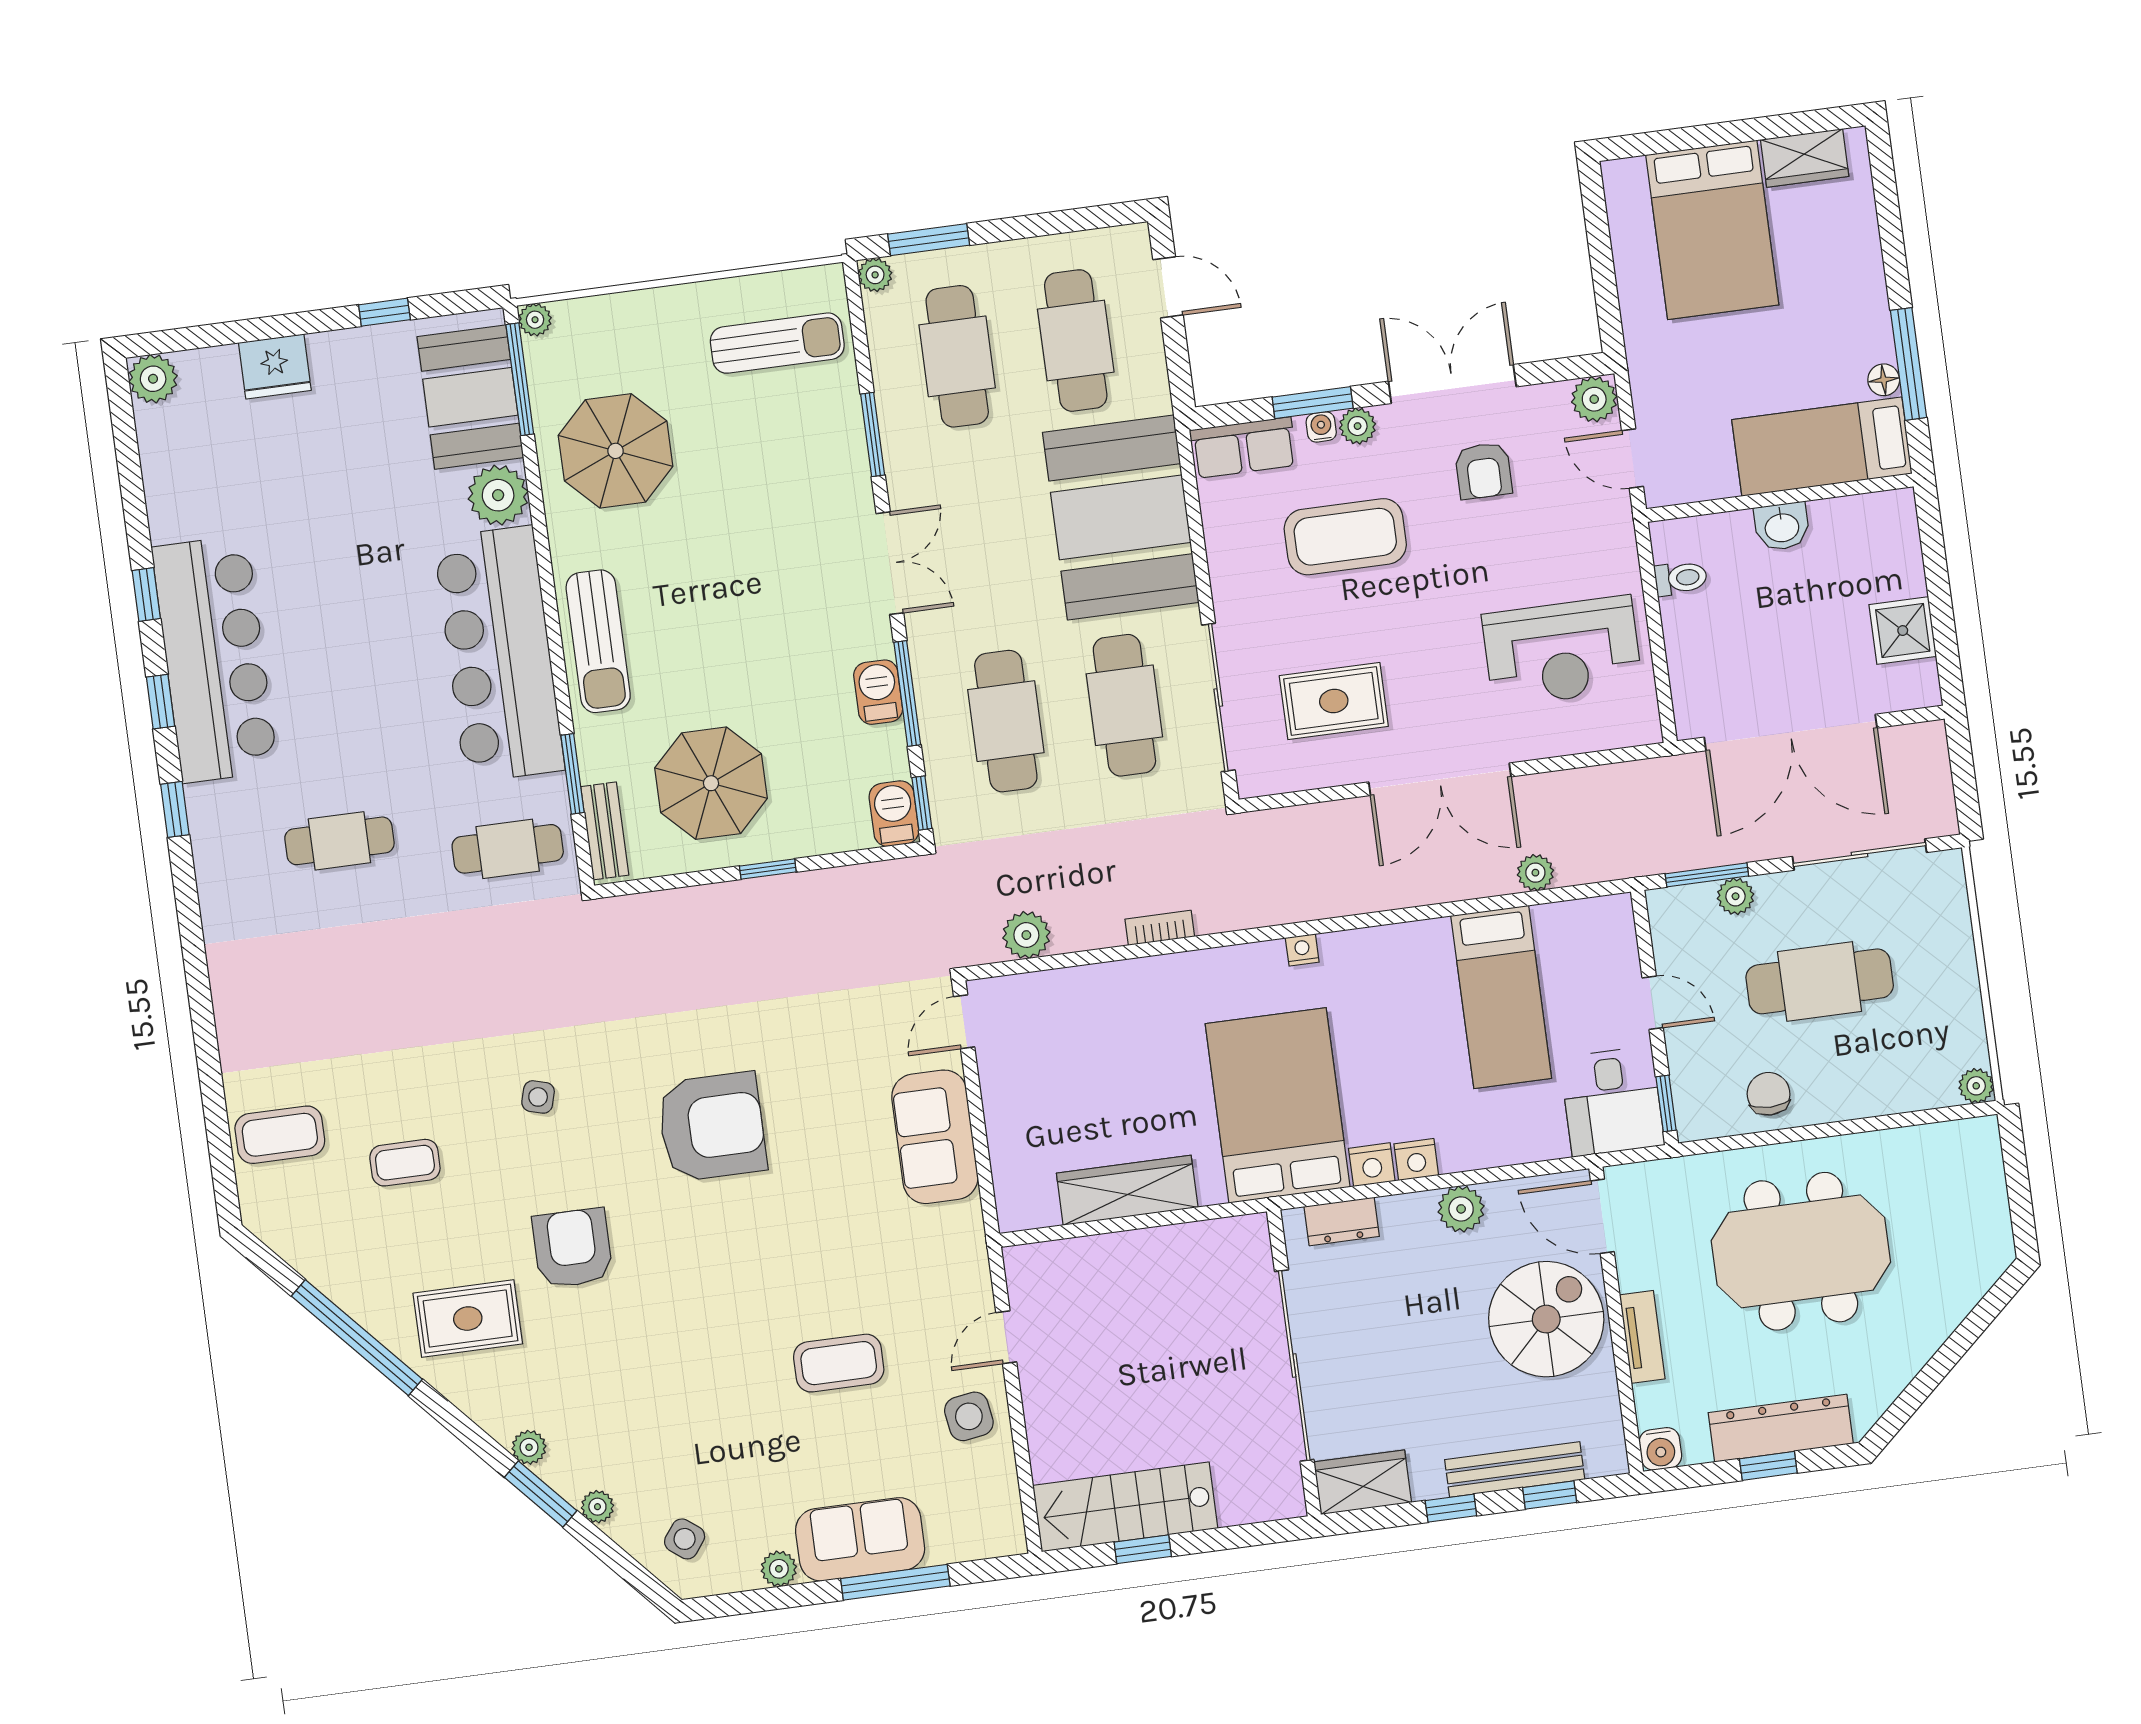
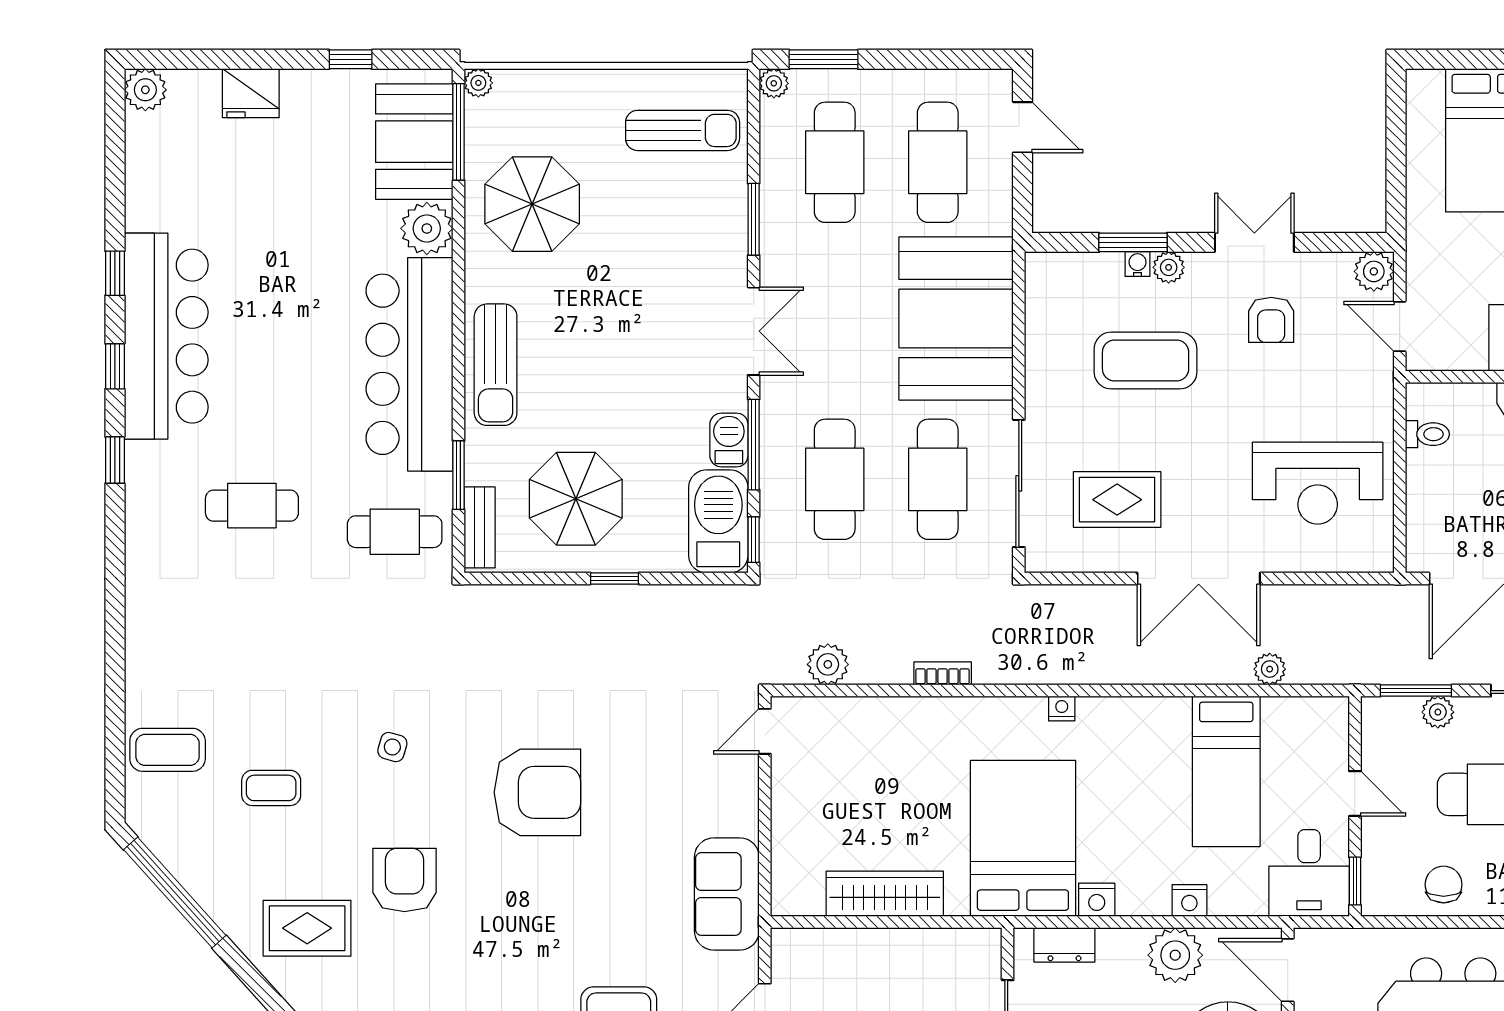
double door: (1452, 384) -> (1254, 242), width x0.73
row of seats: (1243, 448) -> (1069, 273), removed
barbecue: (894, 814) -> (718, 521), width x1.88, depth x1.53
sofa: (935, 1137) -> (727, 894), moved
nightstand: (1416, 1160) -> (1189, 901), moved
plant: (1461, 1209) -> (1175, 955), width x1.36, depth x1.36
window: (357, 1338) -> (175, 893), moved

